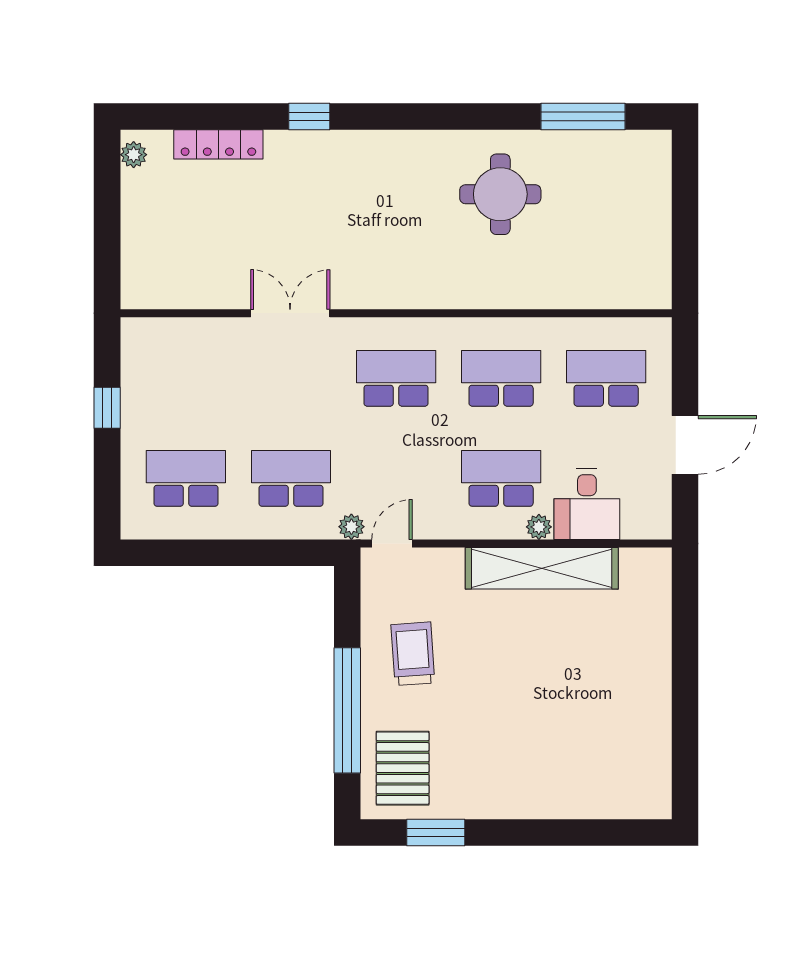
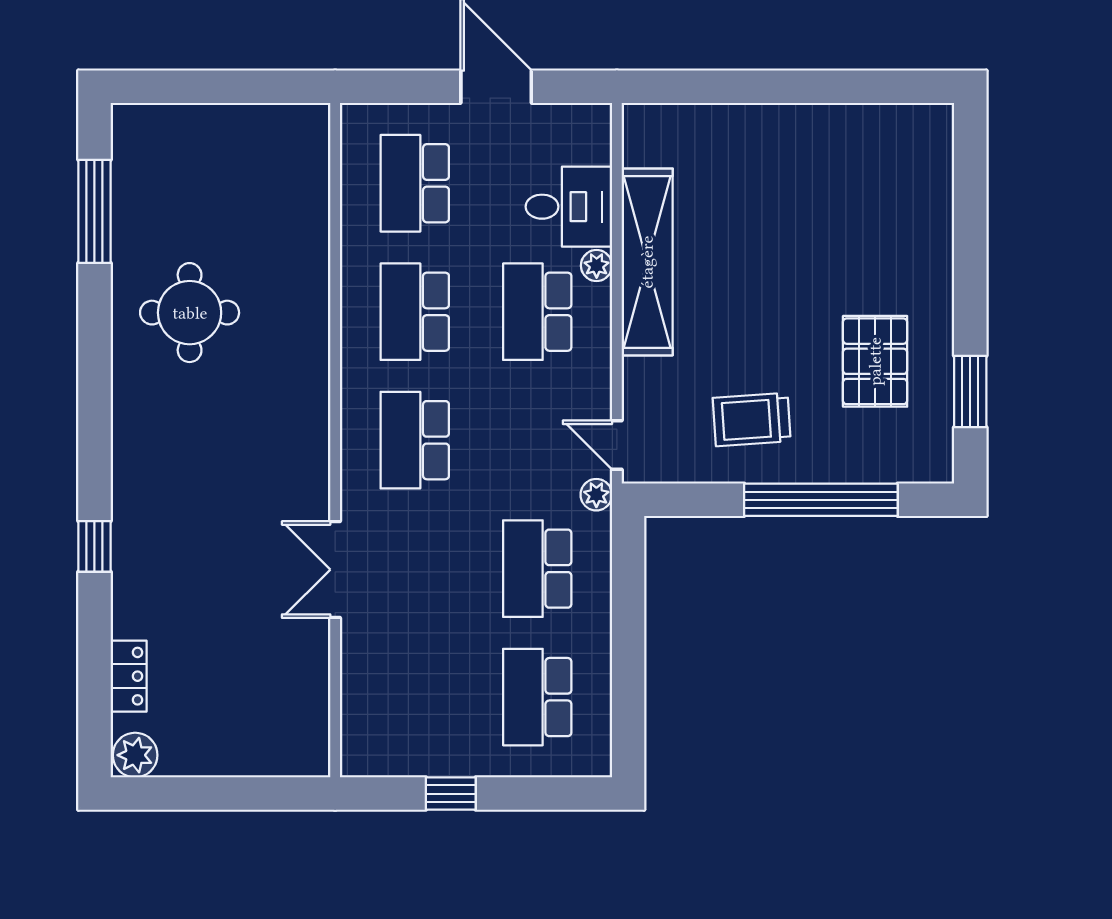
locker: (218, 144) -> (129, 676), width x0.66
plant: (134, 155) -> (135, 755), width x1.38, depth x1.38
pallet: (403, 768) -> (875, 361), moved, turned 90

